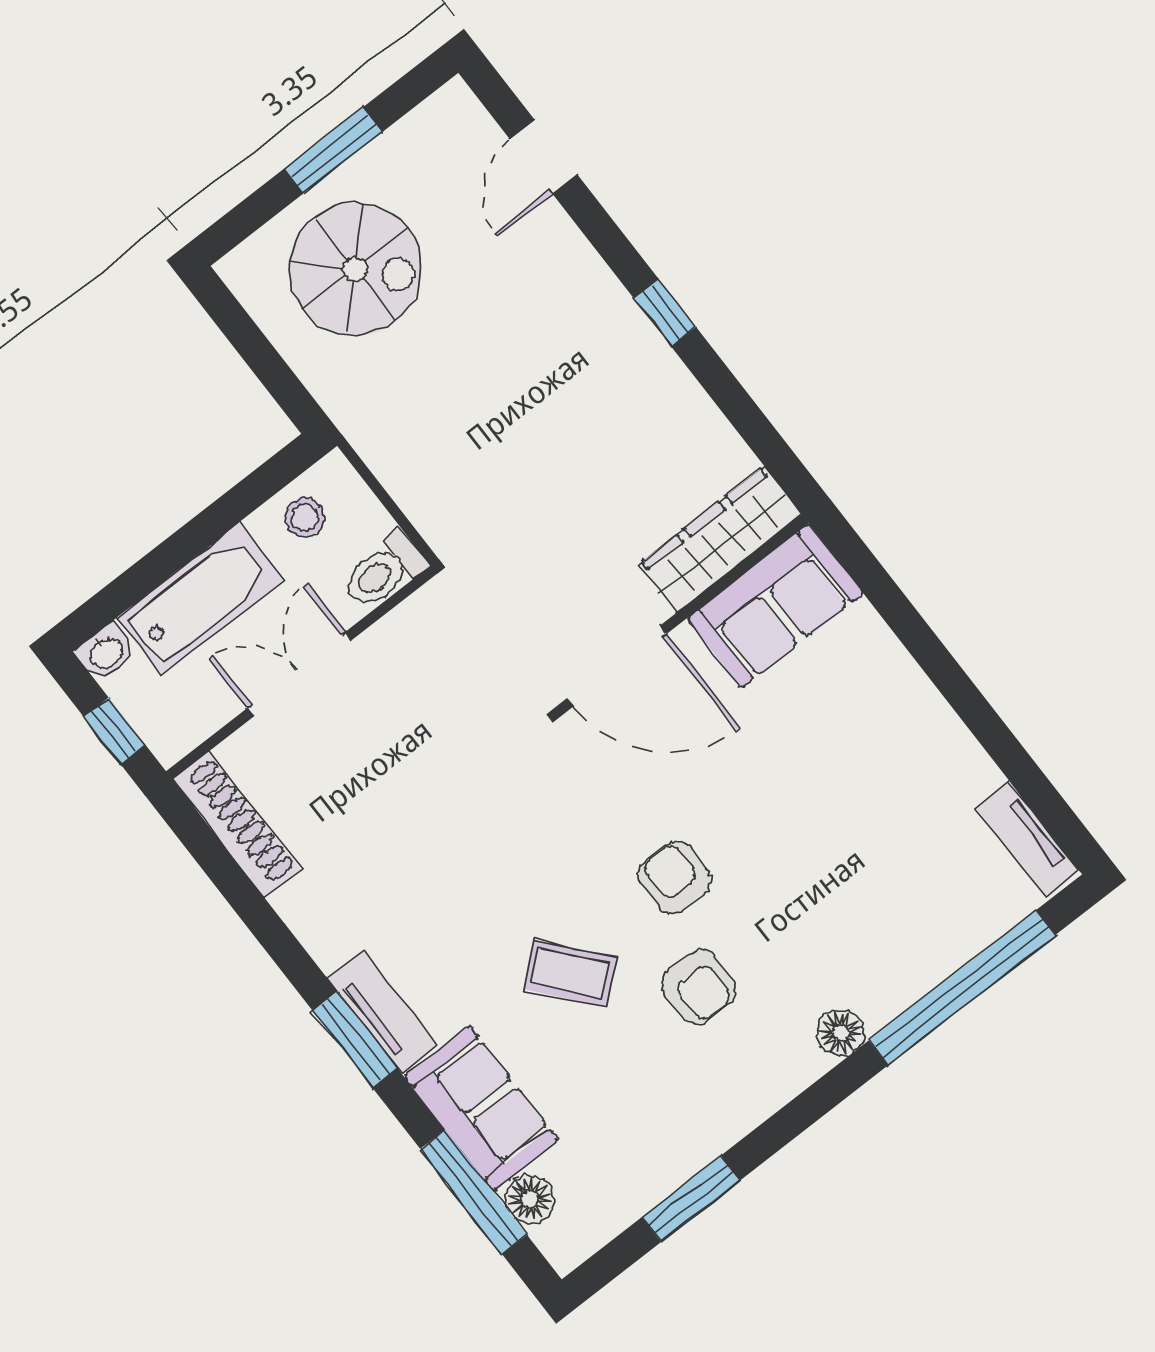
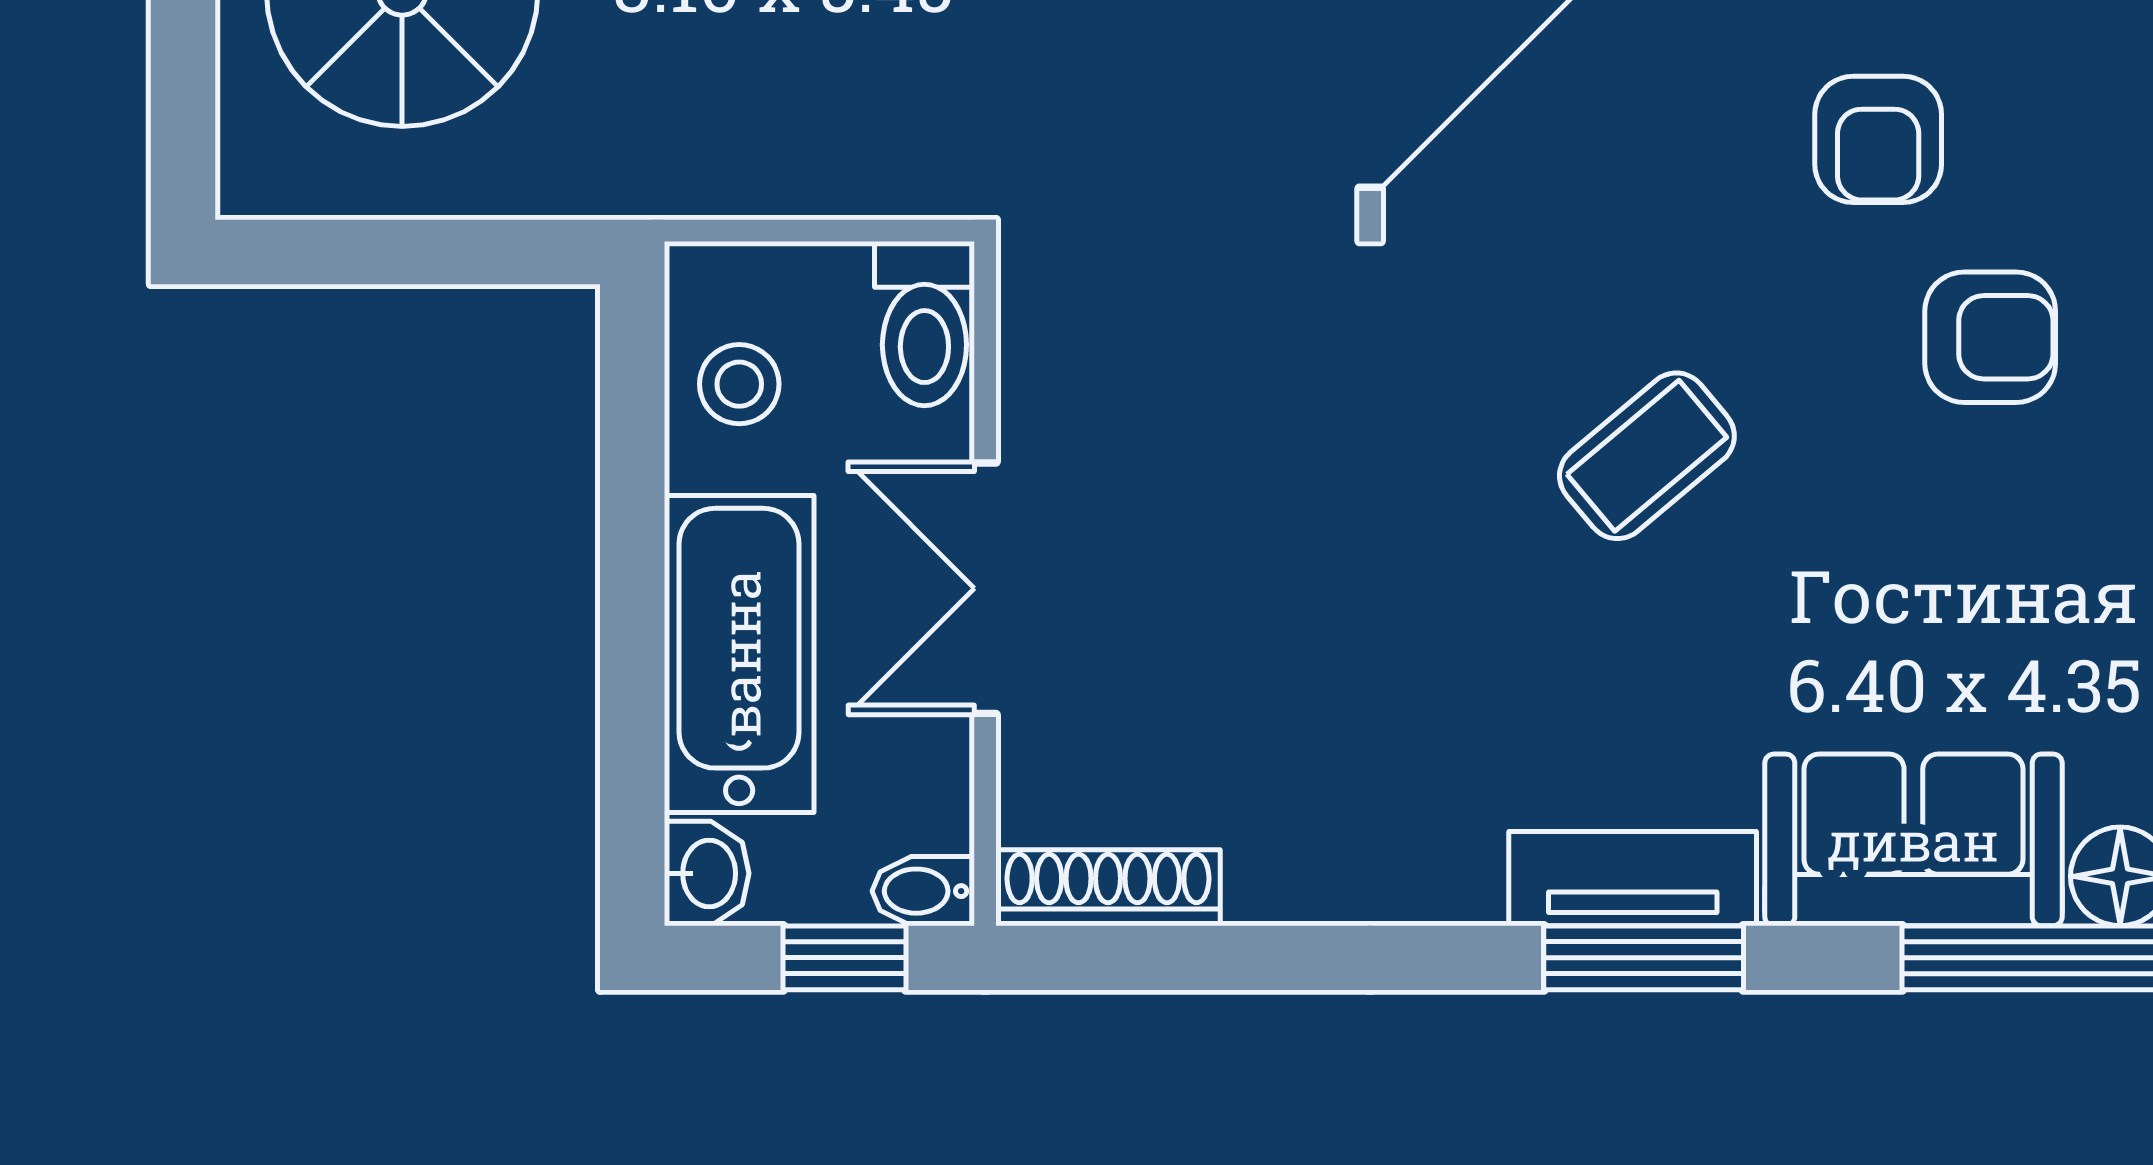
bidet: (164, 741) -> (923, 891), added
shoe rack: (237, 824) -> (1108, 888), width x0.74, depth x0.81
armchair: (675, 878) -> (1878, 139), moved, turned -90
coffee table: (571, 973) -> (1647, 456), moved

